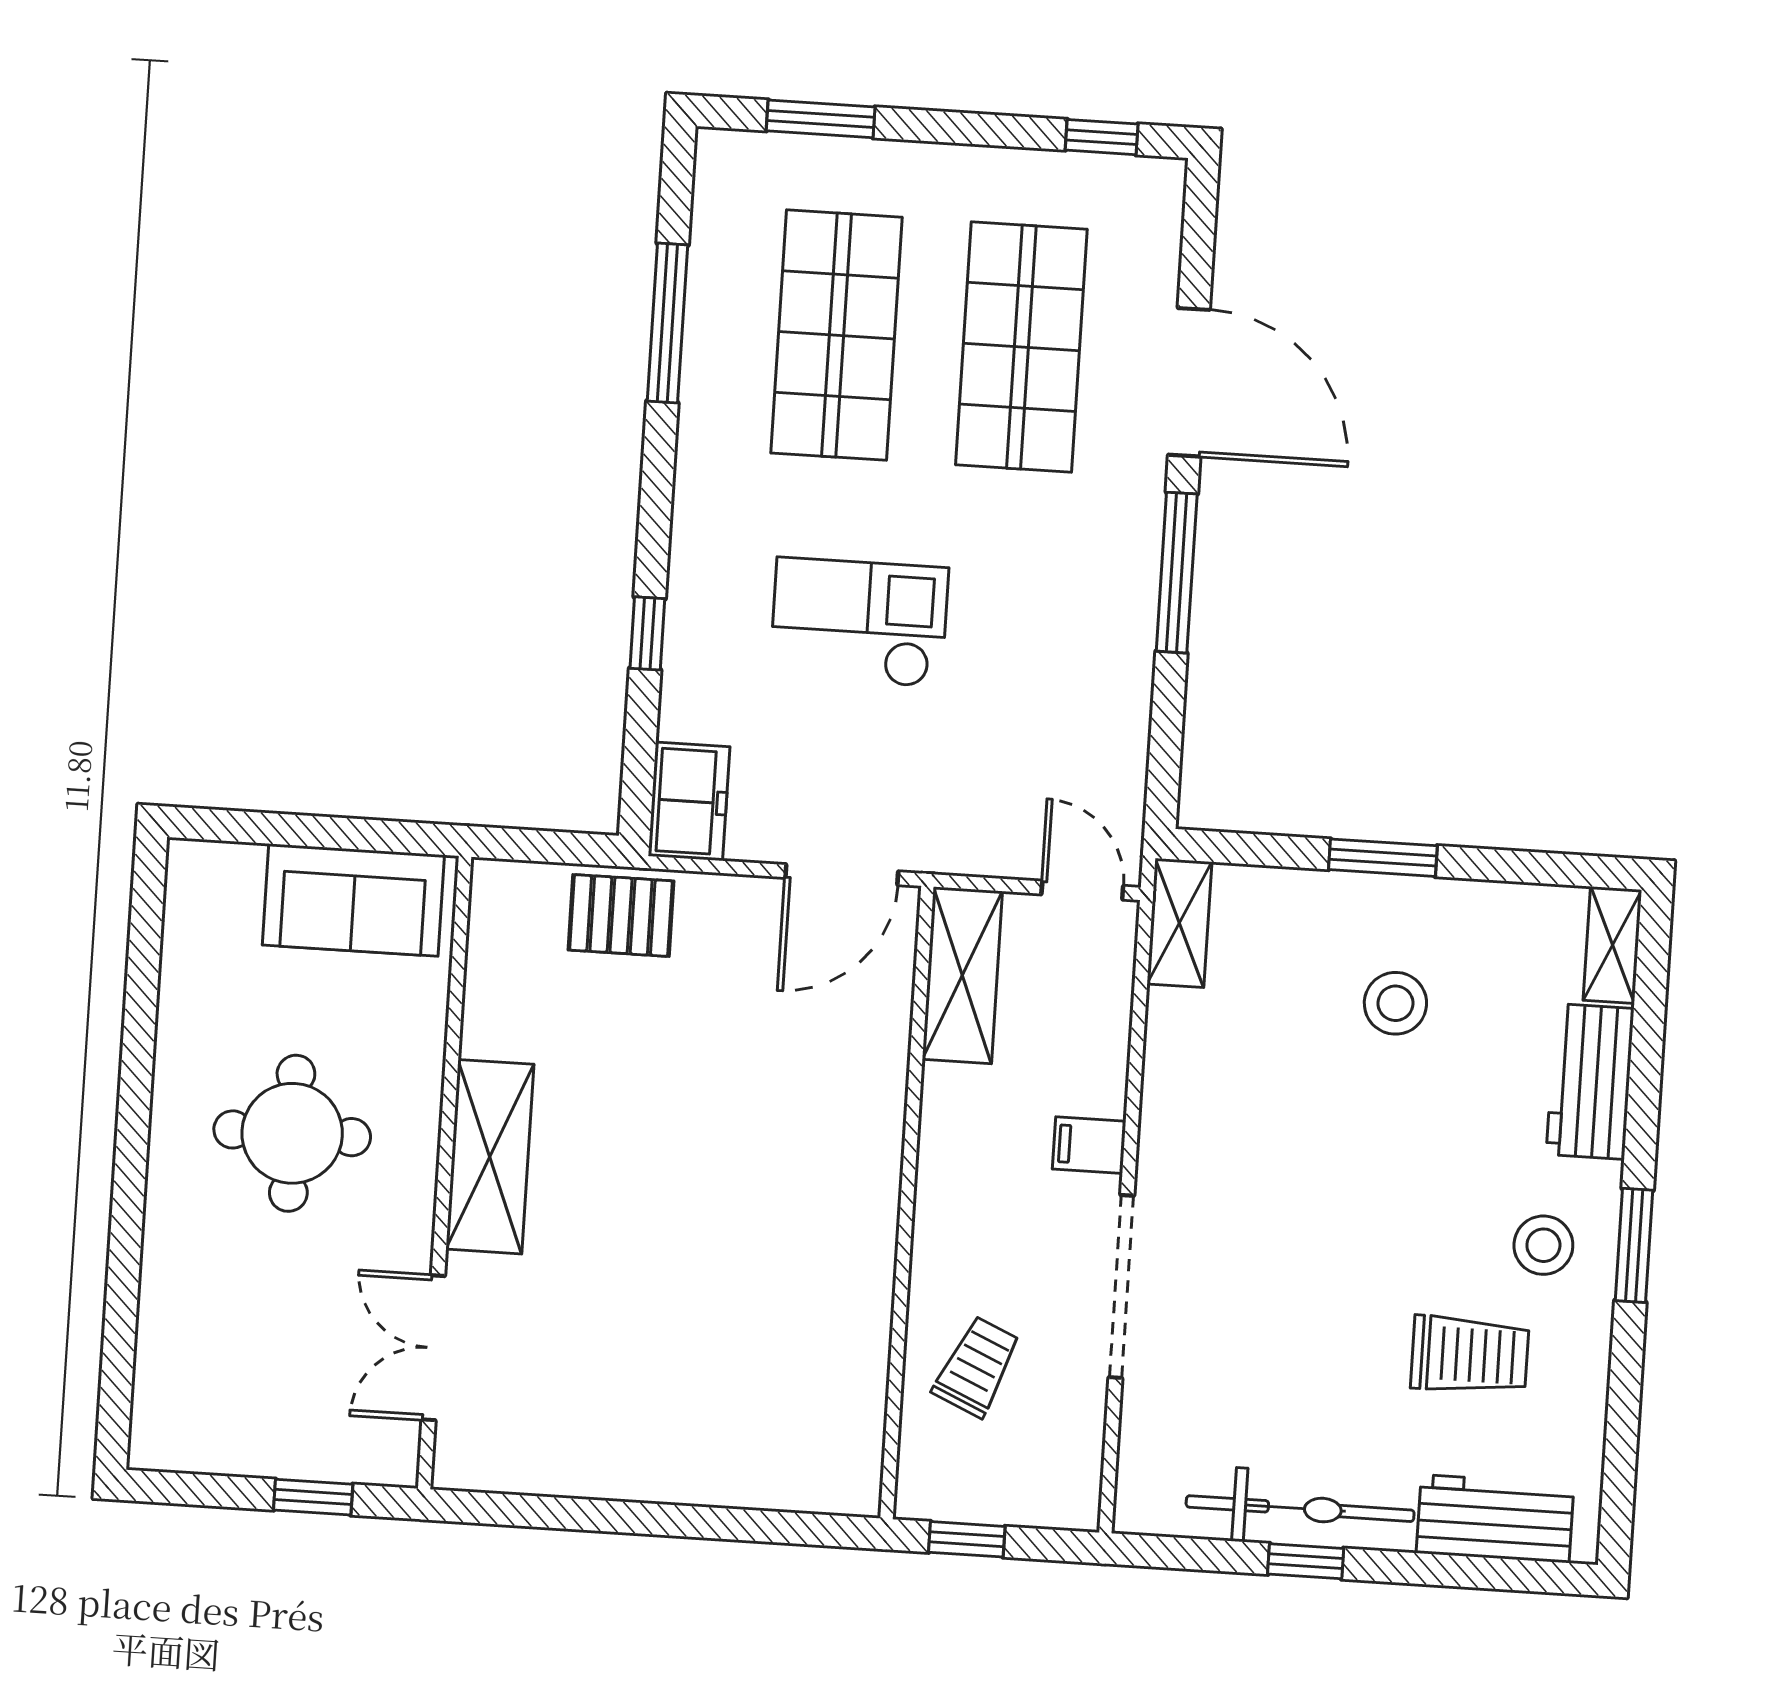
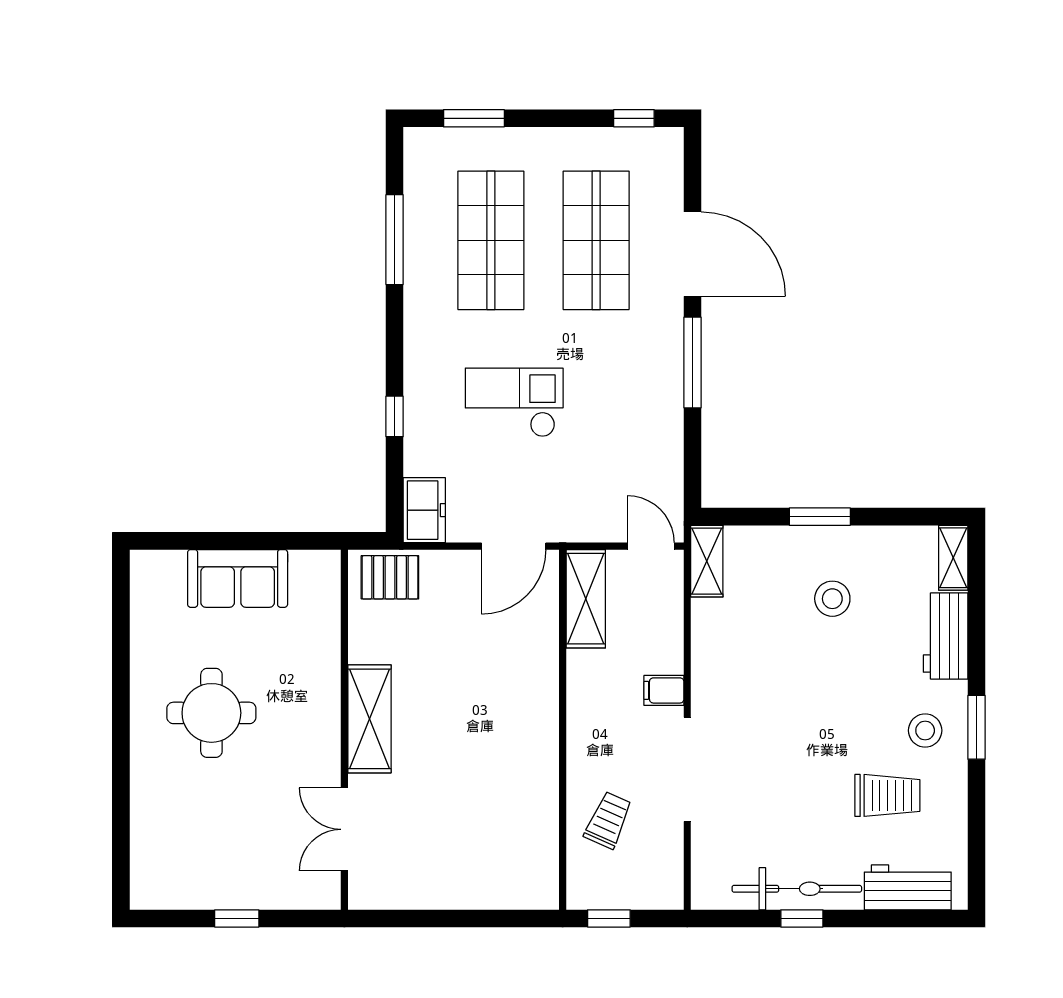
shelving: (490, 1157) -> (369, 719), moved
wall: (445, 1173) -> (344, 730), moved
double door: (433, 1348) -> (344, 829), moved

